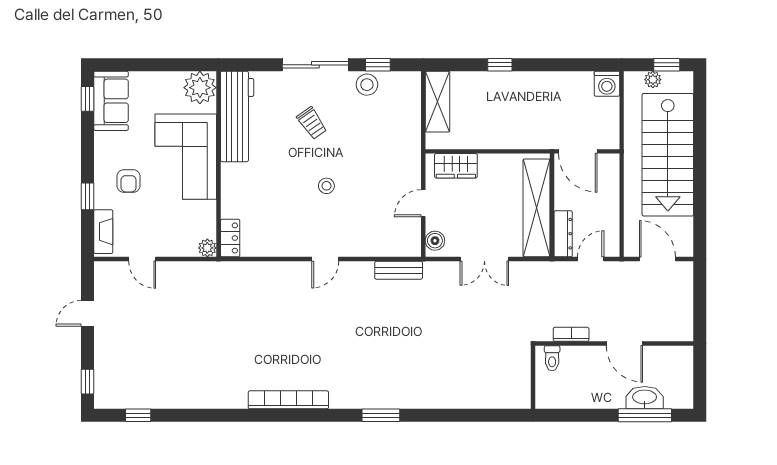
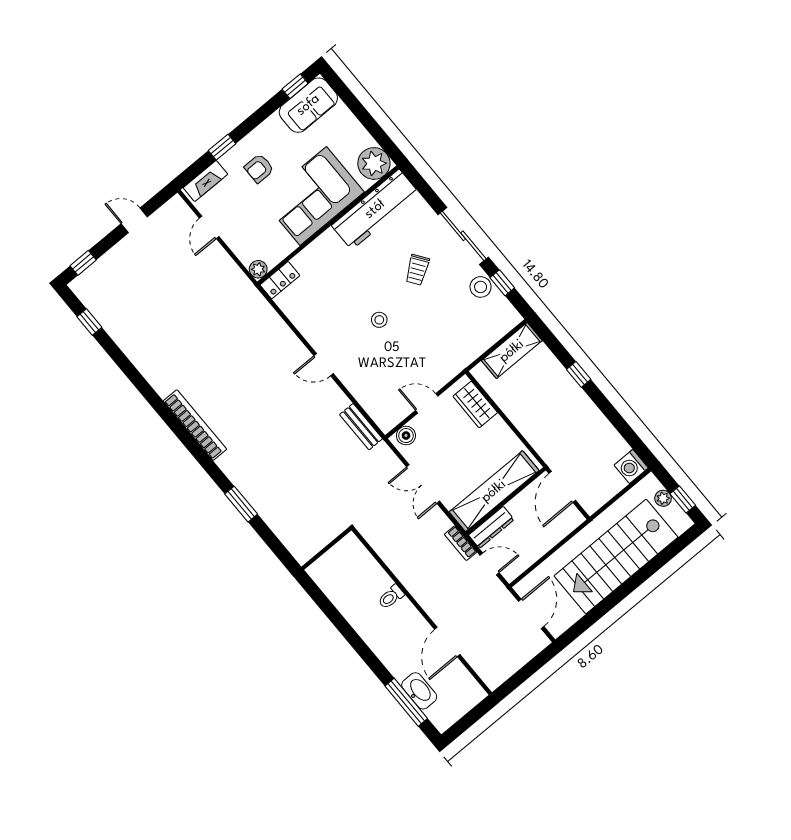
bookcase: (571, 334) -> (461, 543), moved, turned 180
wall: (533, 377) -> (326, 548), moved

